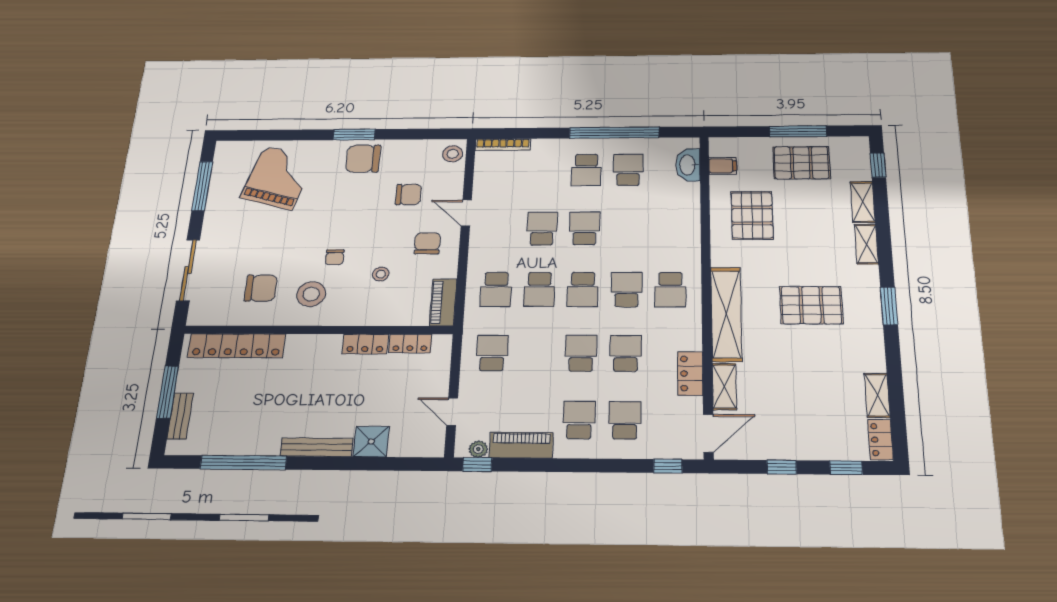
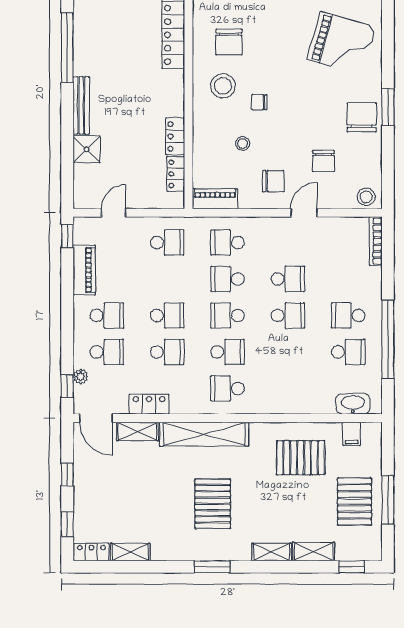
plant: (478, 449) -> (81, 376), moved

